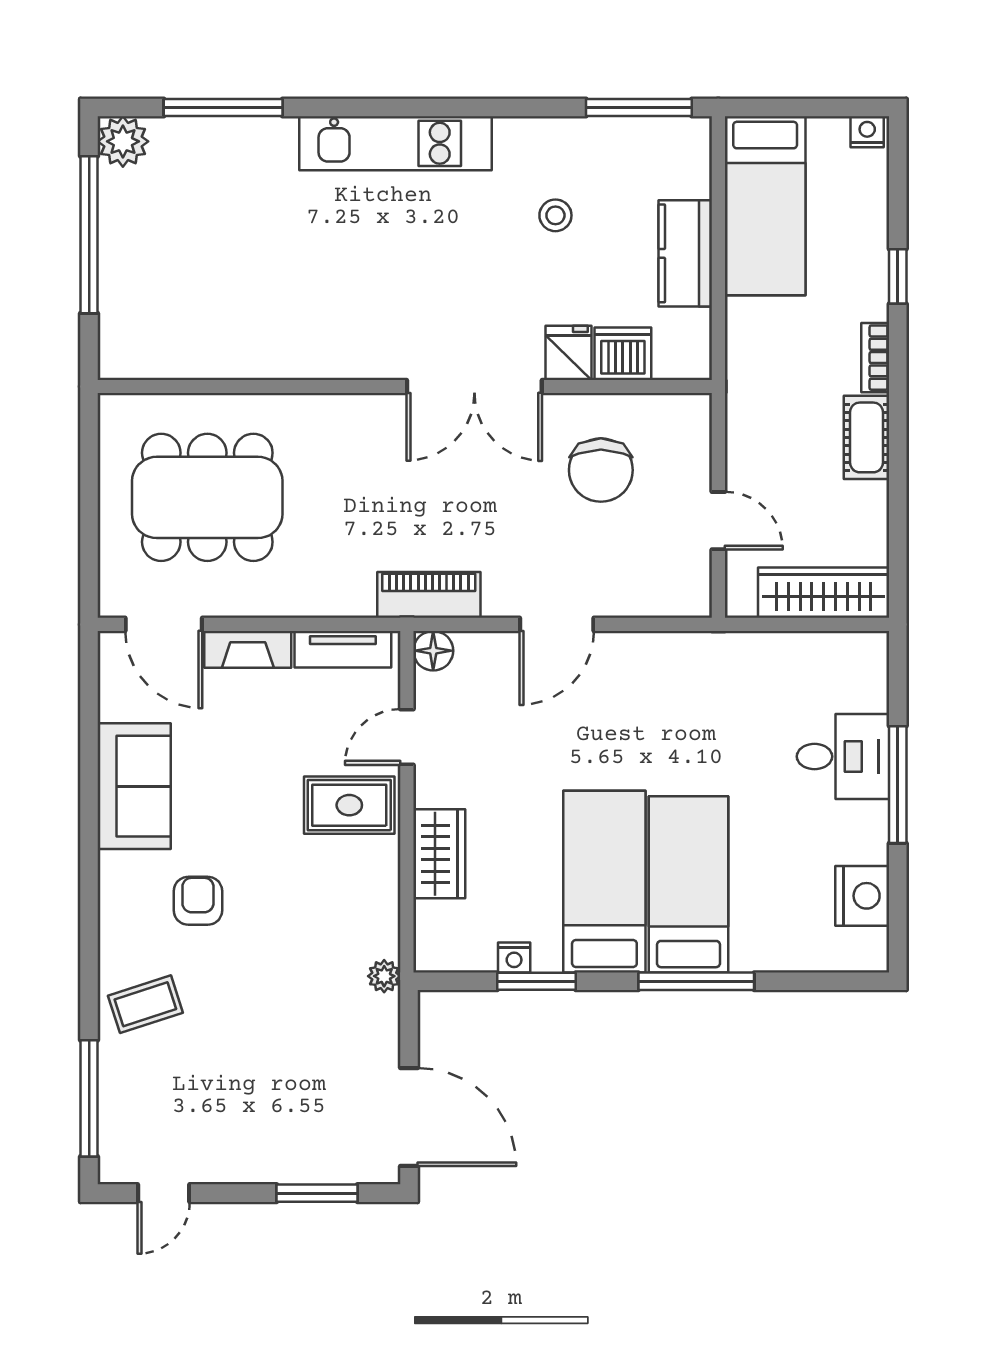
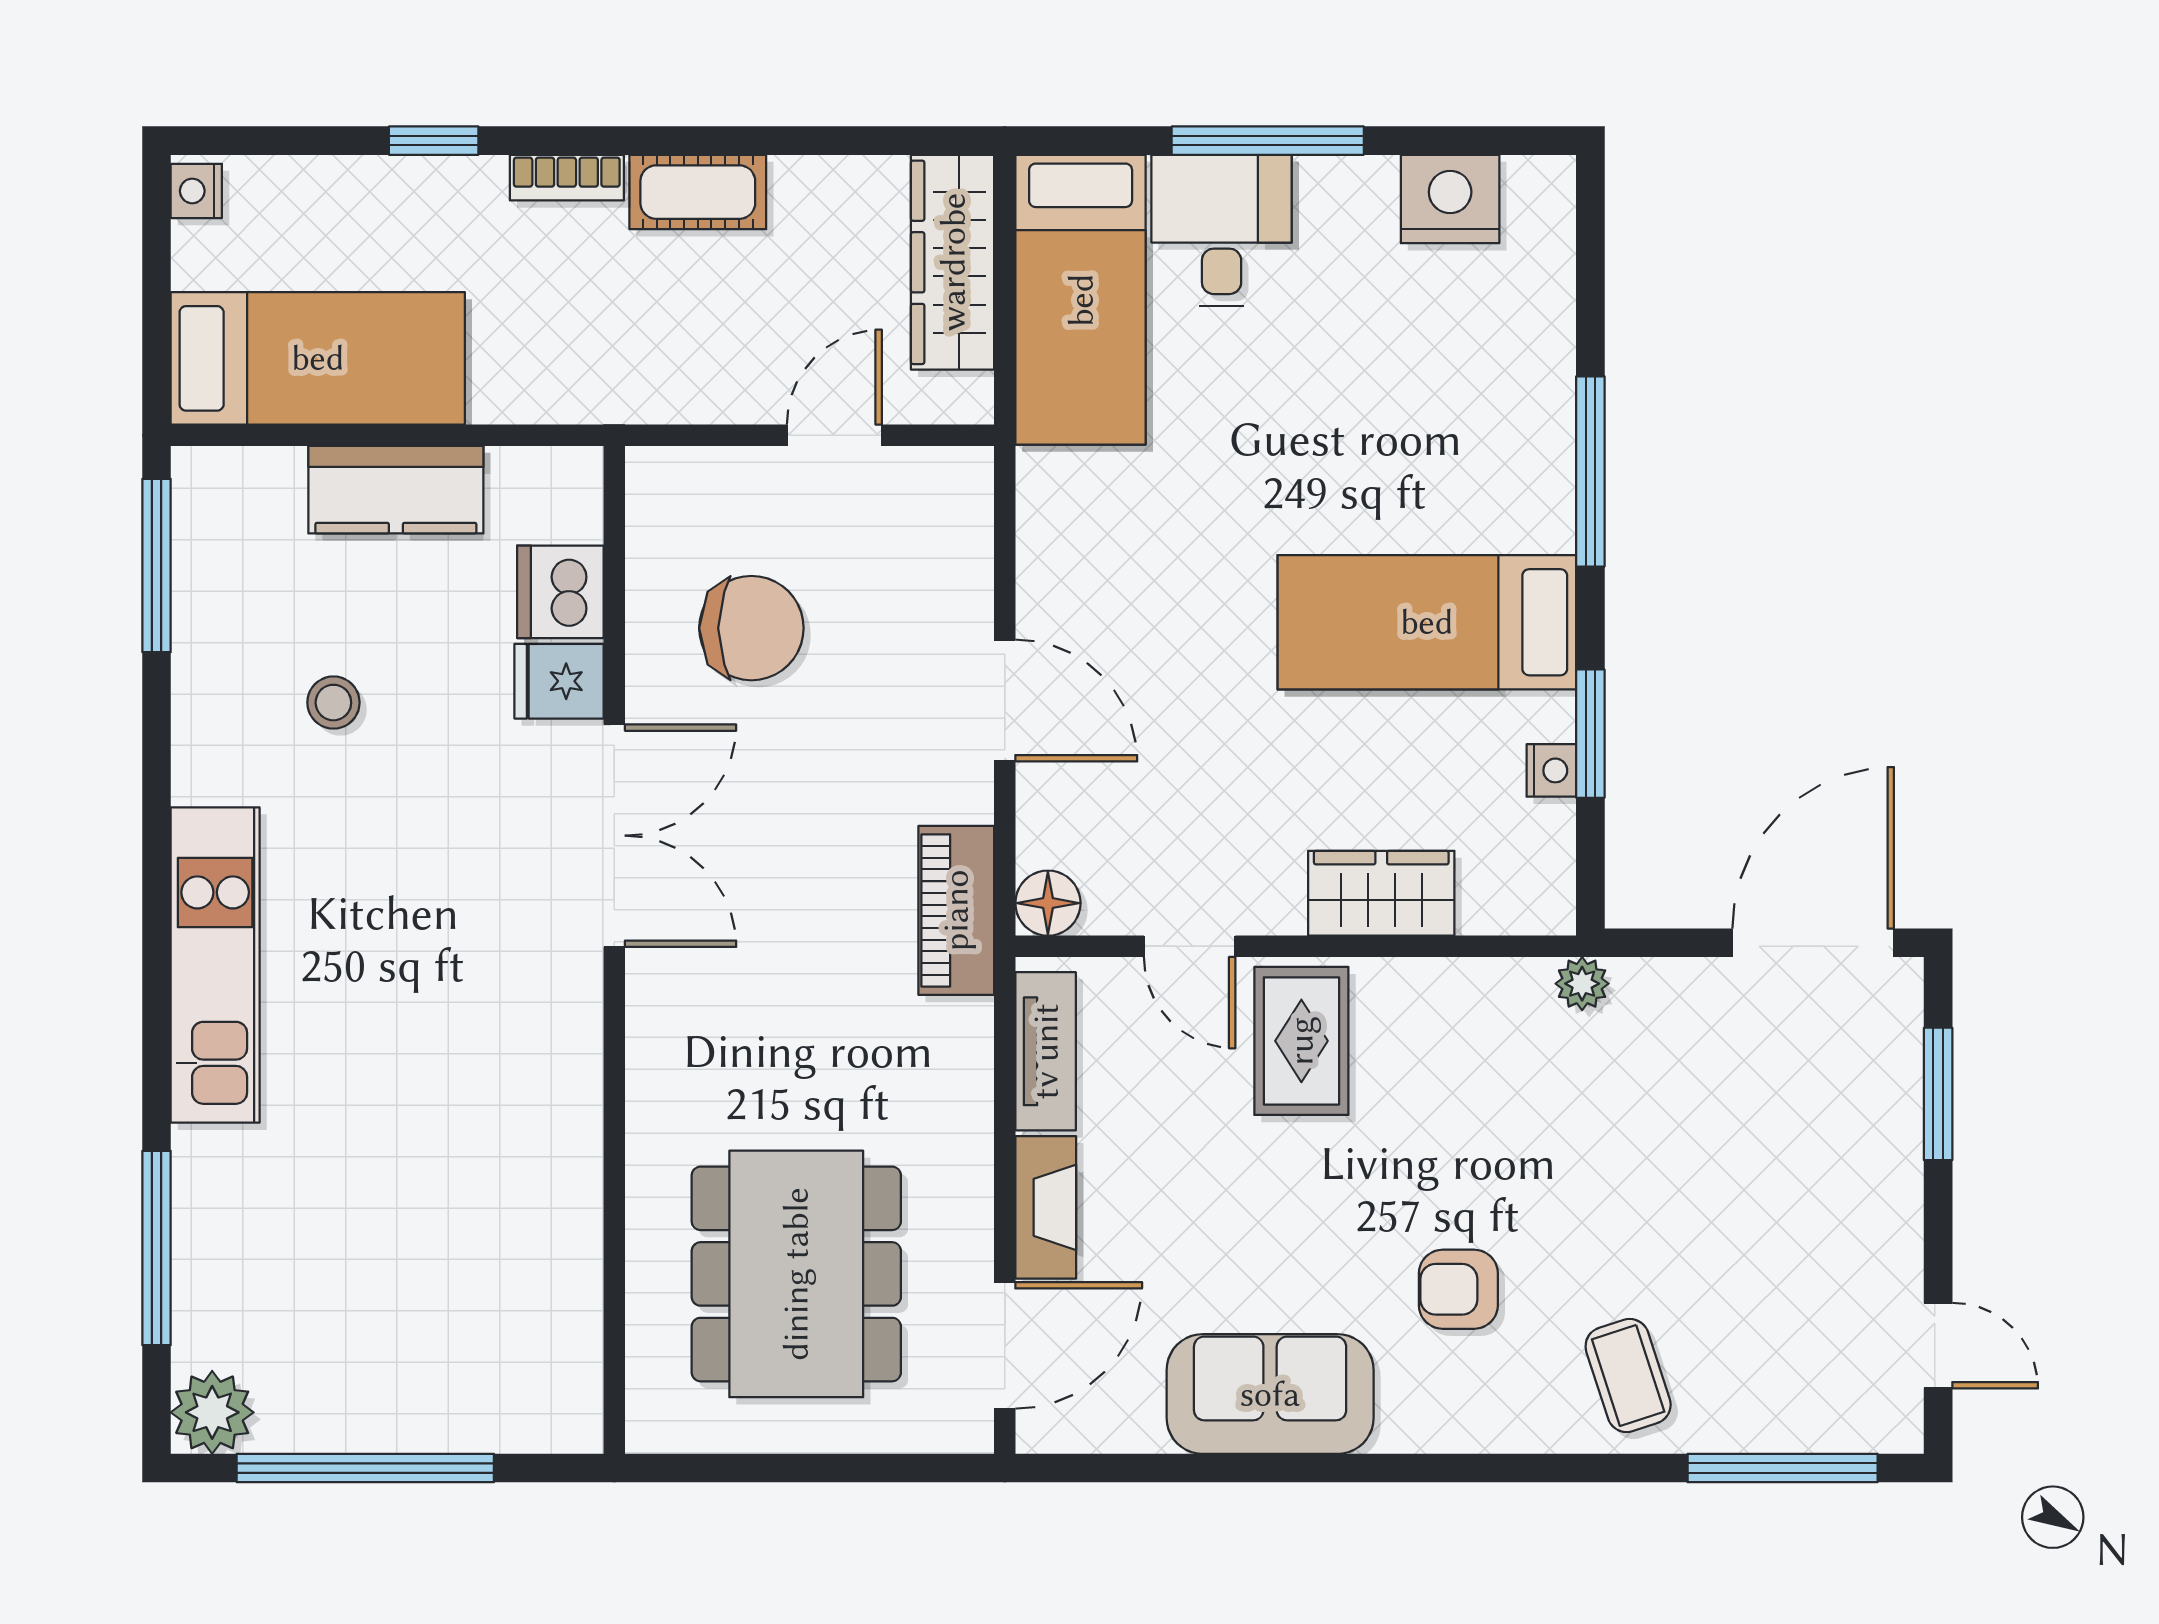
bed: (688, 884) -> (1081, 300), moved, turned -90

